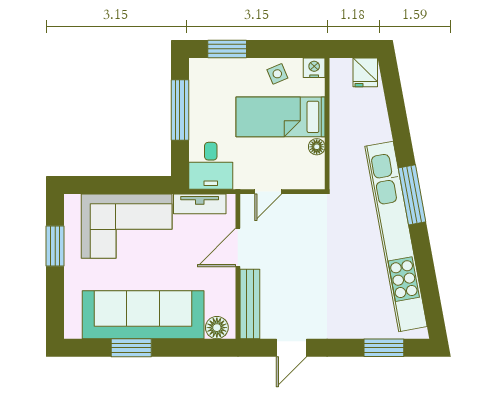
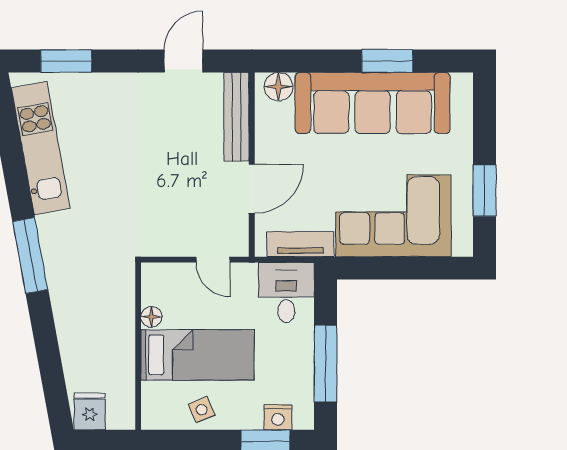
nightstand: (314, 68) -> (278, 417), moved
door: (268, 192) -> (213, 260), swing flipped
kitchen unit: (396, 236) -> (41, 148), width x0.54

